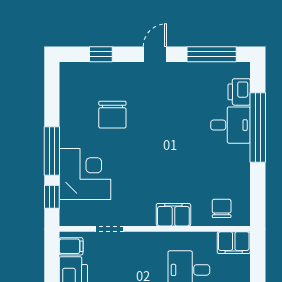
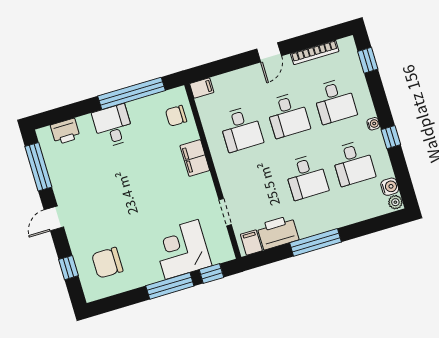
door: (155, 54) -> (54, 218), hinge flipped
chair: (112, 115) -> (107, 263), moved, turned 180
desk: (230, 125) -> (113, 126), moved
window: (258, 127) -> (131, 93), moved
filing cabinet: (234, 243) -> (202, 88), width x0.50

